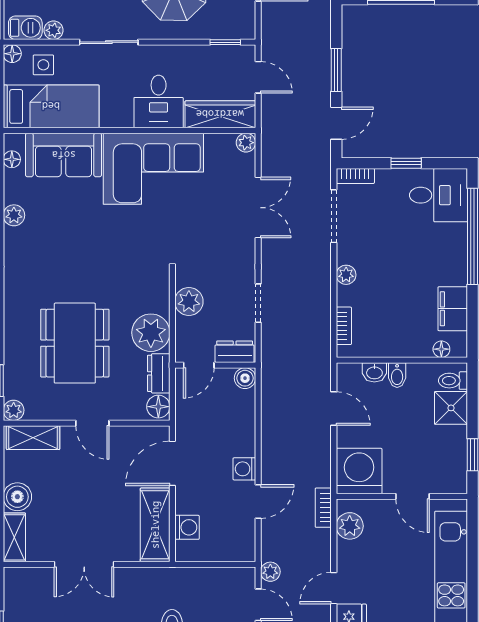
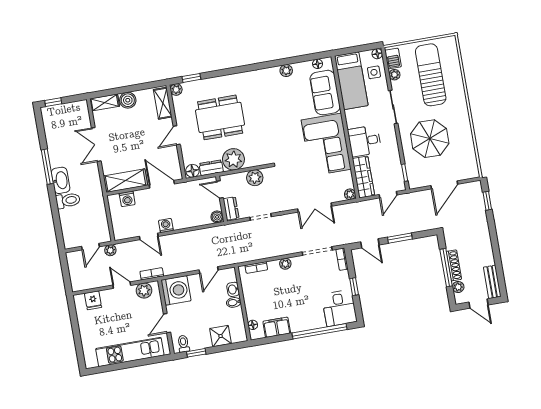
toilet: (453, 381) -> (183, 344), moved
door: (334, 588) -> (122, 285), moved

